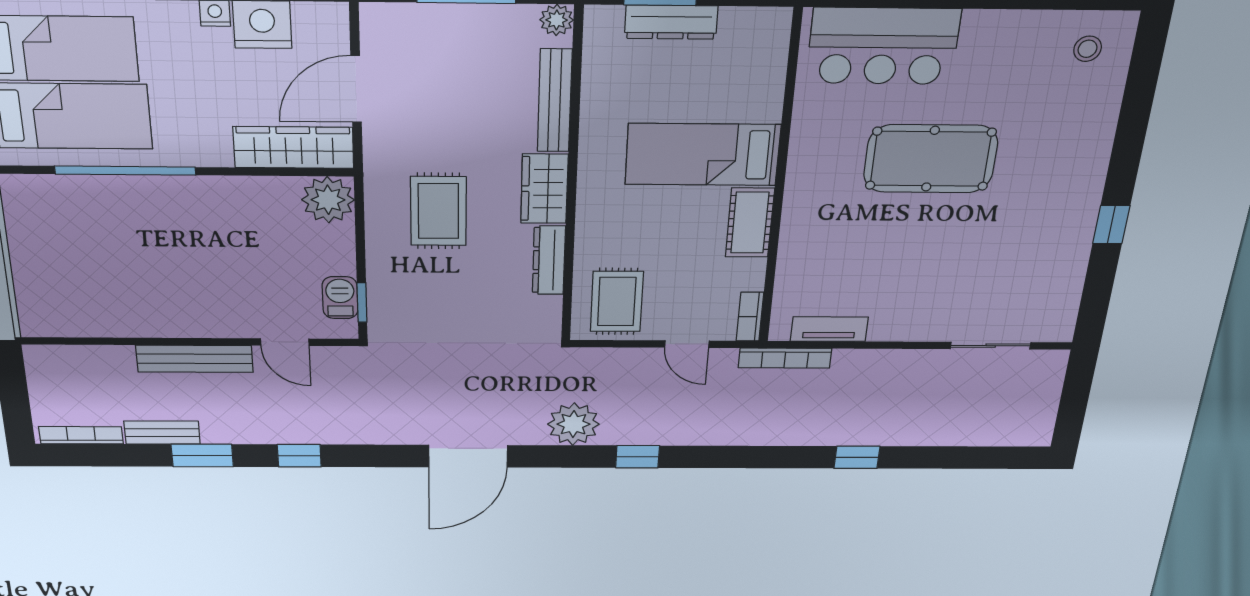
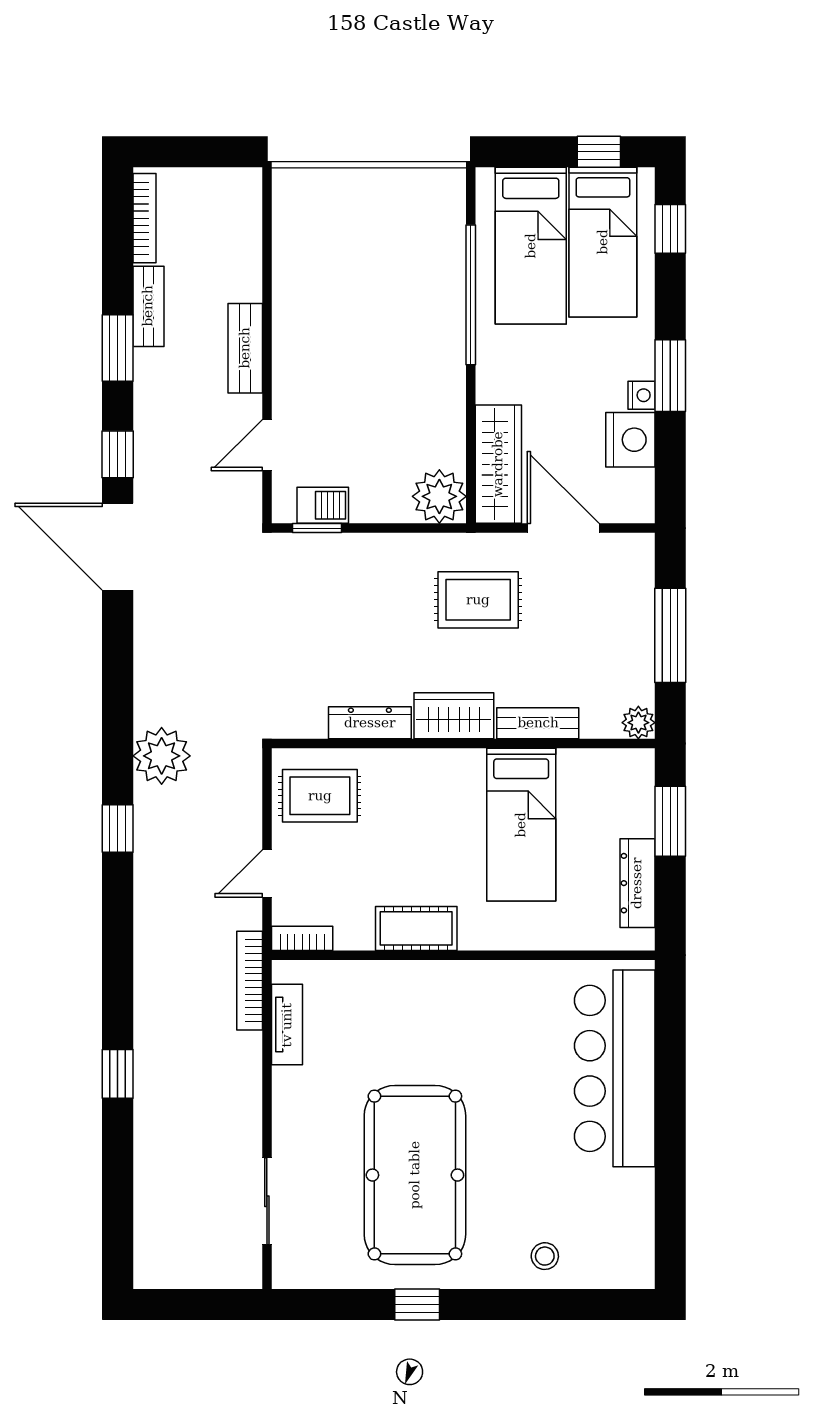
dresser: (671, 22) -> (637, 883), moved
bar counter: (883, 46) -> (615, 1068), width x1.36
stool: (1088, 49) -> (545, 1256), moved
bench: (555, 101) -> (538, 723), width x0.73
bed: (703, 155) -> (521, 825), moved, turned 180
pool table: (930, 159) -> (415, 1175), moved, width x1.36, depth x1.32
rug: (438, 211) -> (478, 600), moved
bench: (194, 359) -> (245, 348), width x0.73
door: (468, 456) -> (118, 547), moved

